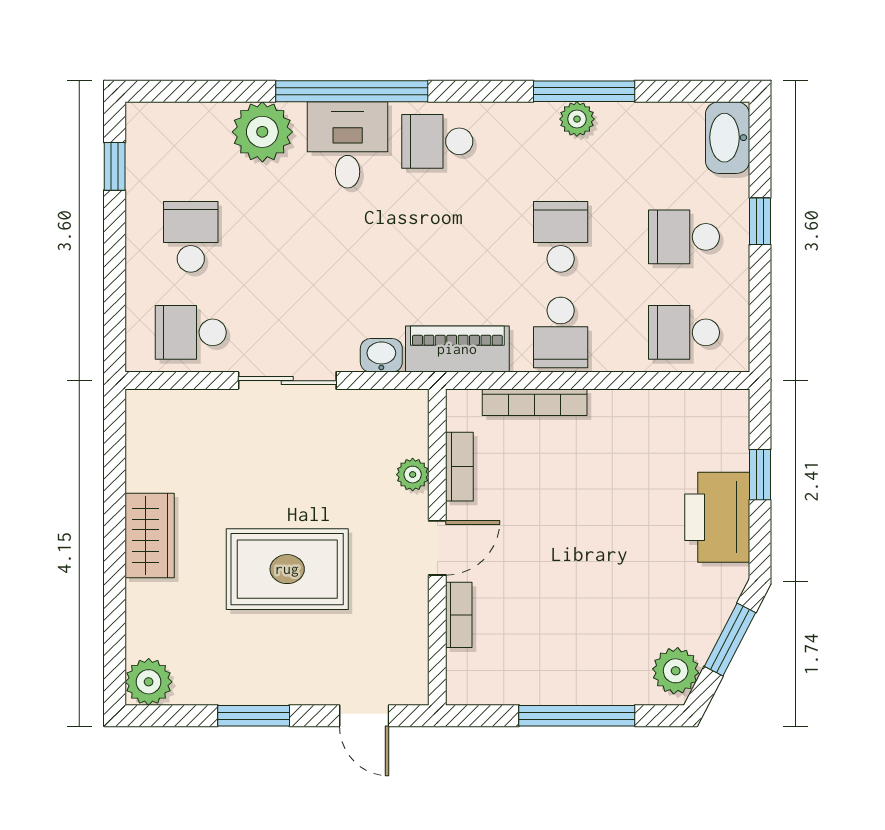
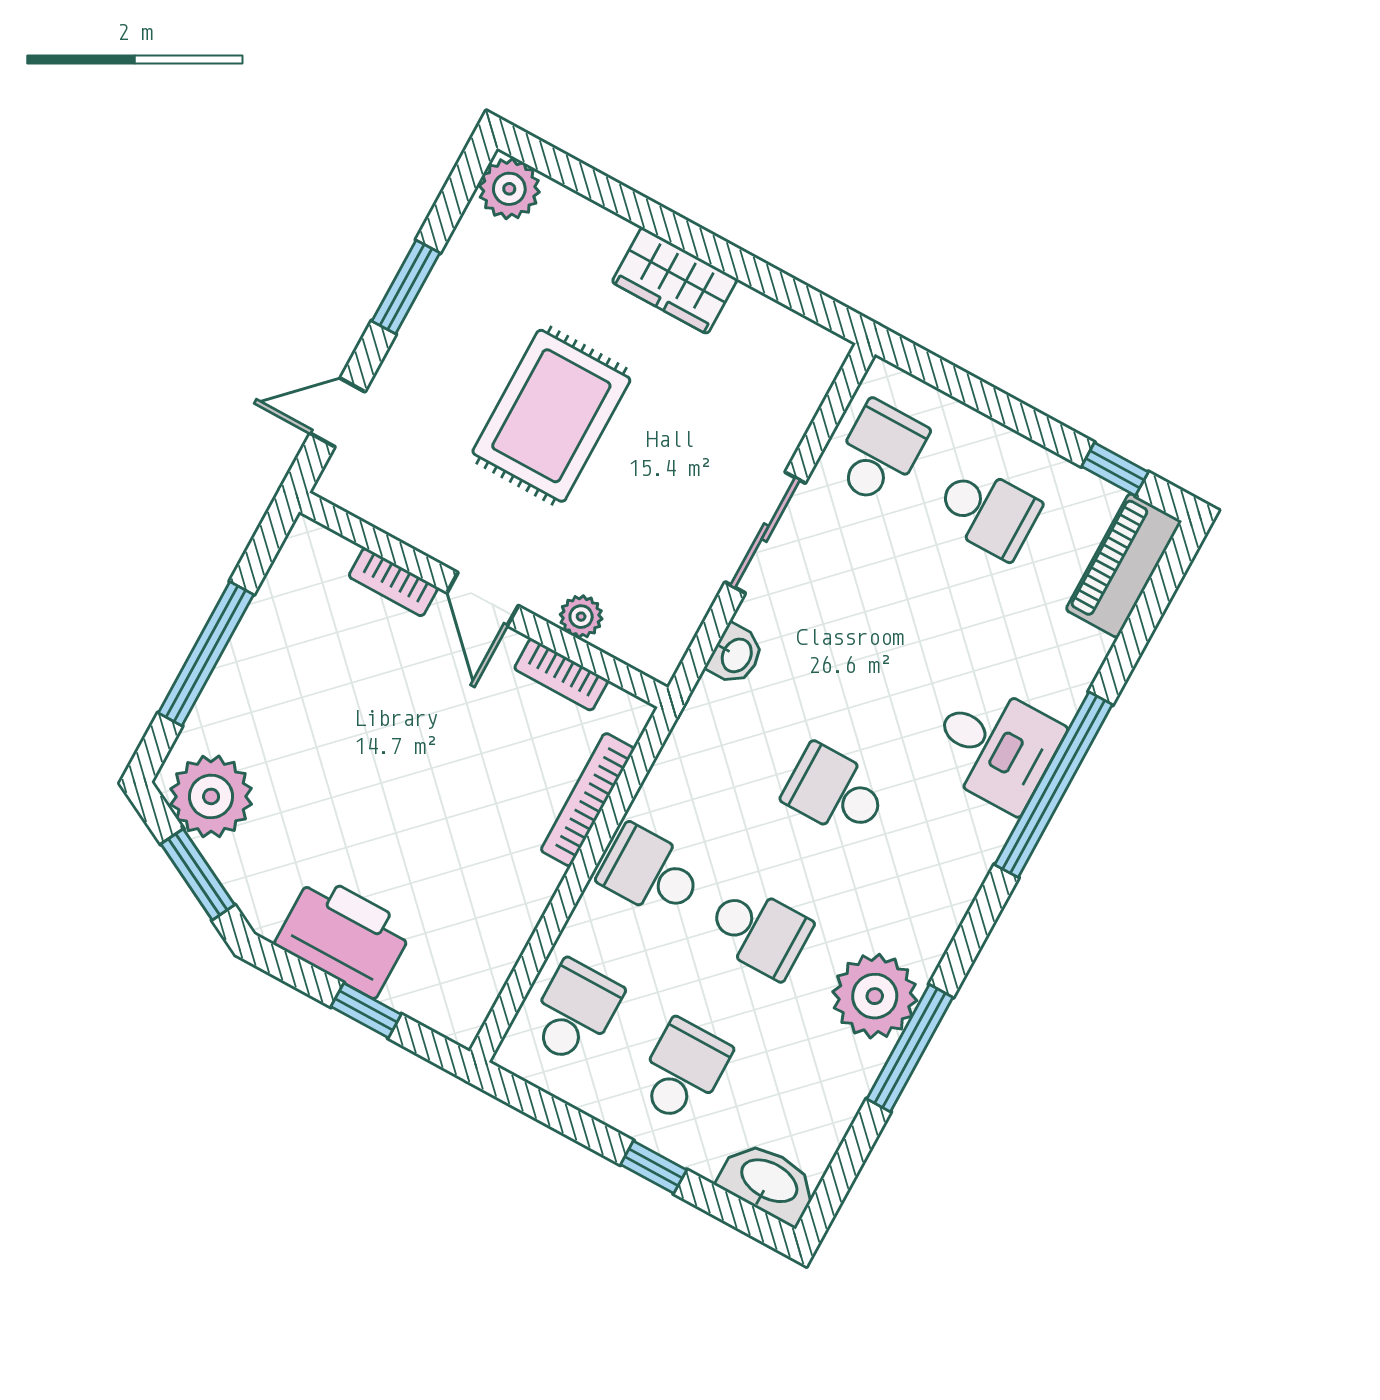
plant: (577, 119) -> (875, 996), width x1.87, depth x1.87
plant: (262, 132) -> (1063, 658), removed
school desk: (437, 141) -> (835, 792), moved, turned -90
piano: (457, 349) -> (1124, 565), moved, turned 180
plant: (676, 671) -> (211, 796), width x1.36, depth x1.36

